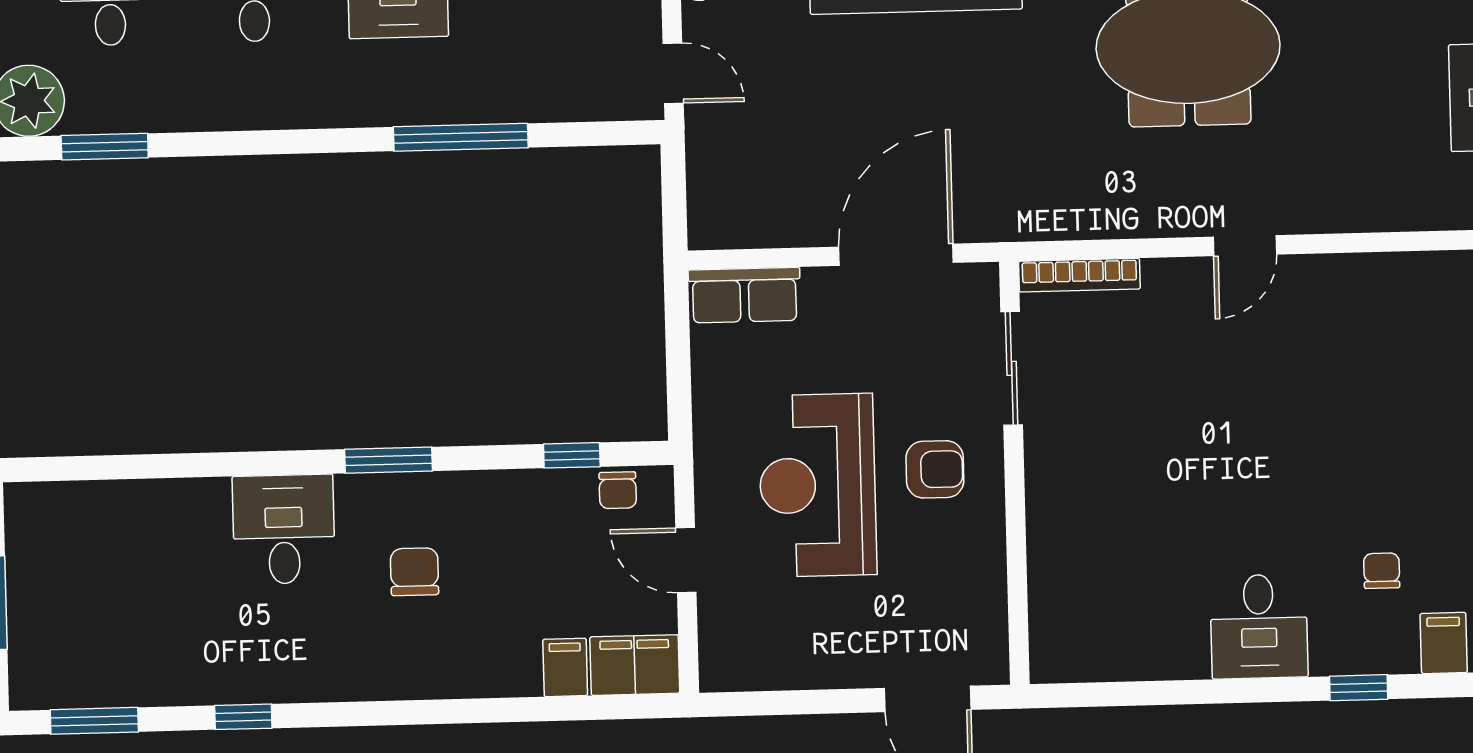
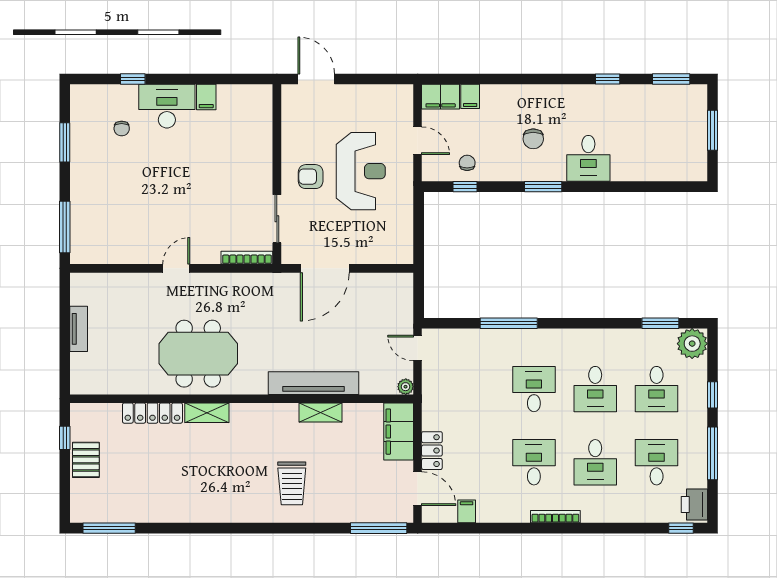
row of seats: (744, 295) -> (390, 253), removed
chair: (618, 490) -> (467, 163), moved
desk: (1259, 626) -> (167, 106), width x1.37
filing cabinet: (1444, 643) -> (206, 97), moved

